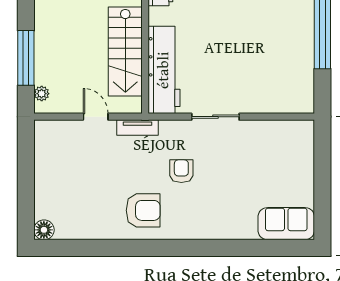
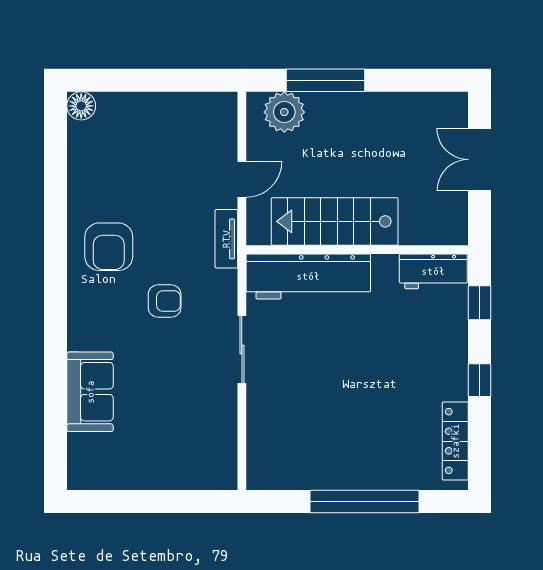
plant: (42, 94) -> (284, 112), width x1.88, depth x1.88
sofa: (286, 224) -> (90, 392), moved

